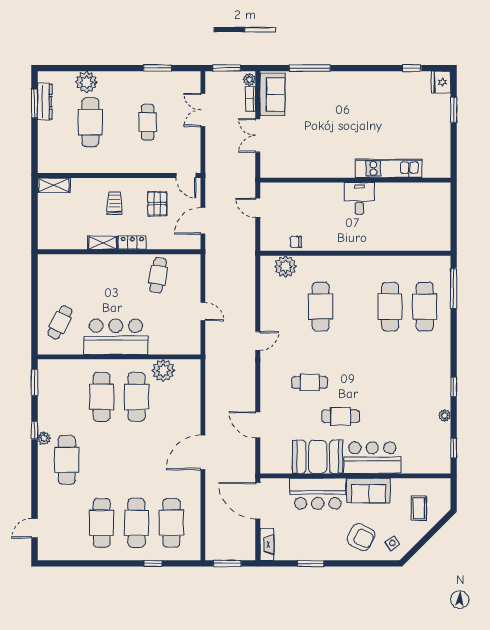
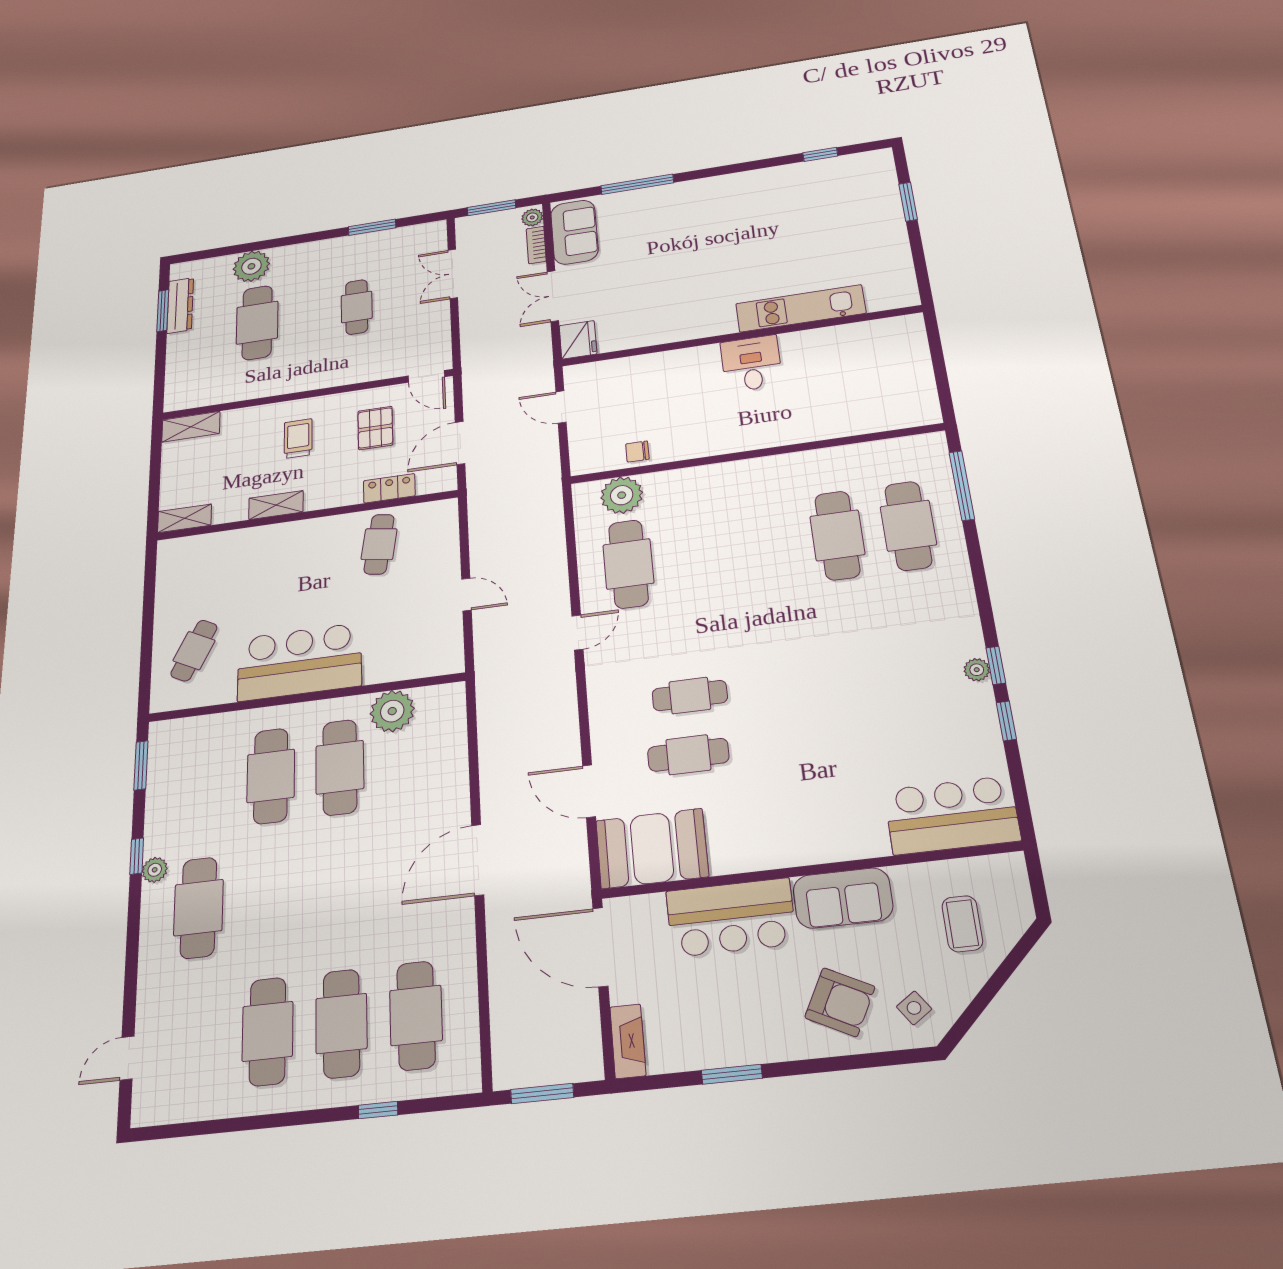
fridge: (441, 82) -> (578, 340), moved, turned 180
locker: (132, 242) -> (389, 488), moved
shelving: (52, 243) -> (185, 518), added
cafe table: (321, 307) -> (628, 564), moved
cafe table: (341, 416) -> (688, 755), moved
plant: (445, 416) -> (977, 670), moved
window: (454, 448) -> (1006, 721), moved
booth: (318, 457) -> (652, 848), moved
bar counter: (372, 458) -> (952, 815), moved

